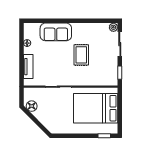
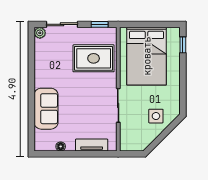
rug: (81, 55) -> (94, 58), moved, width x1.36, depth x1.43
floor lamp: (32, 106) -> (144, 141), removed
side table: (50, 115) -> (156, 116), added

